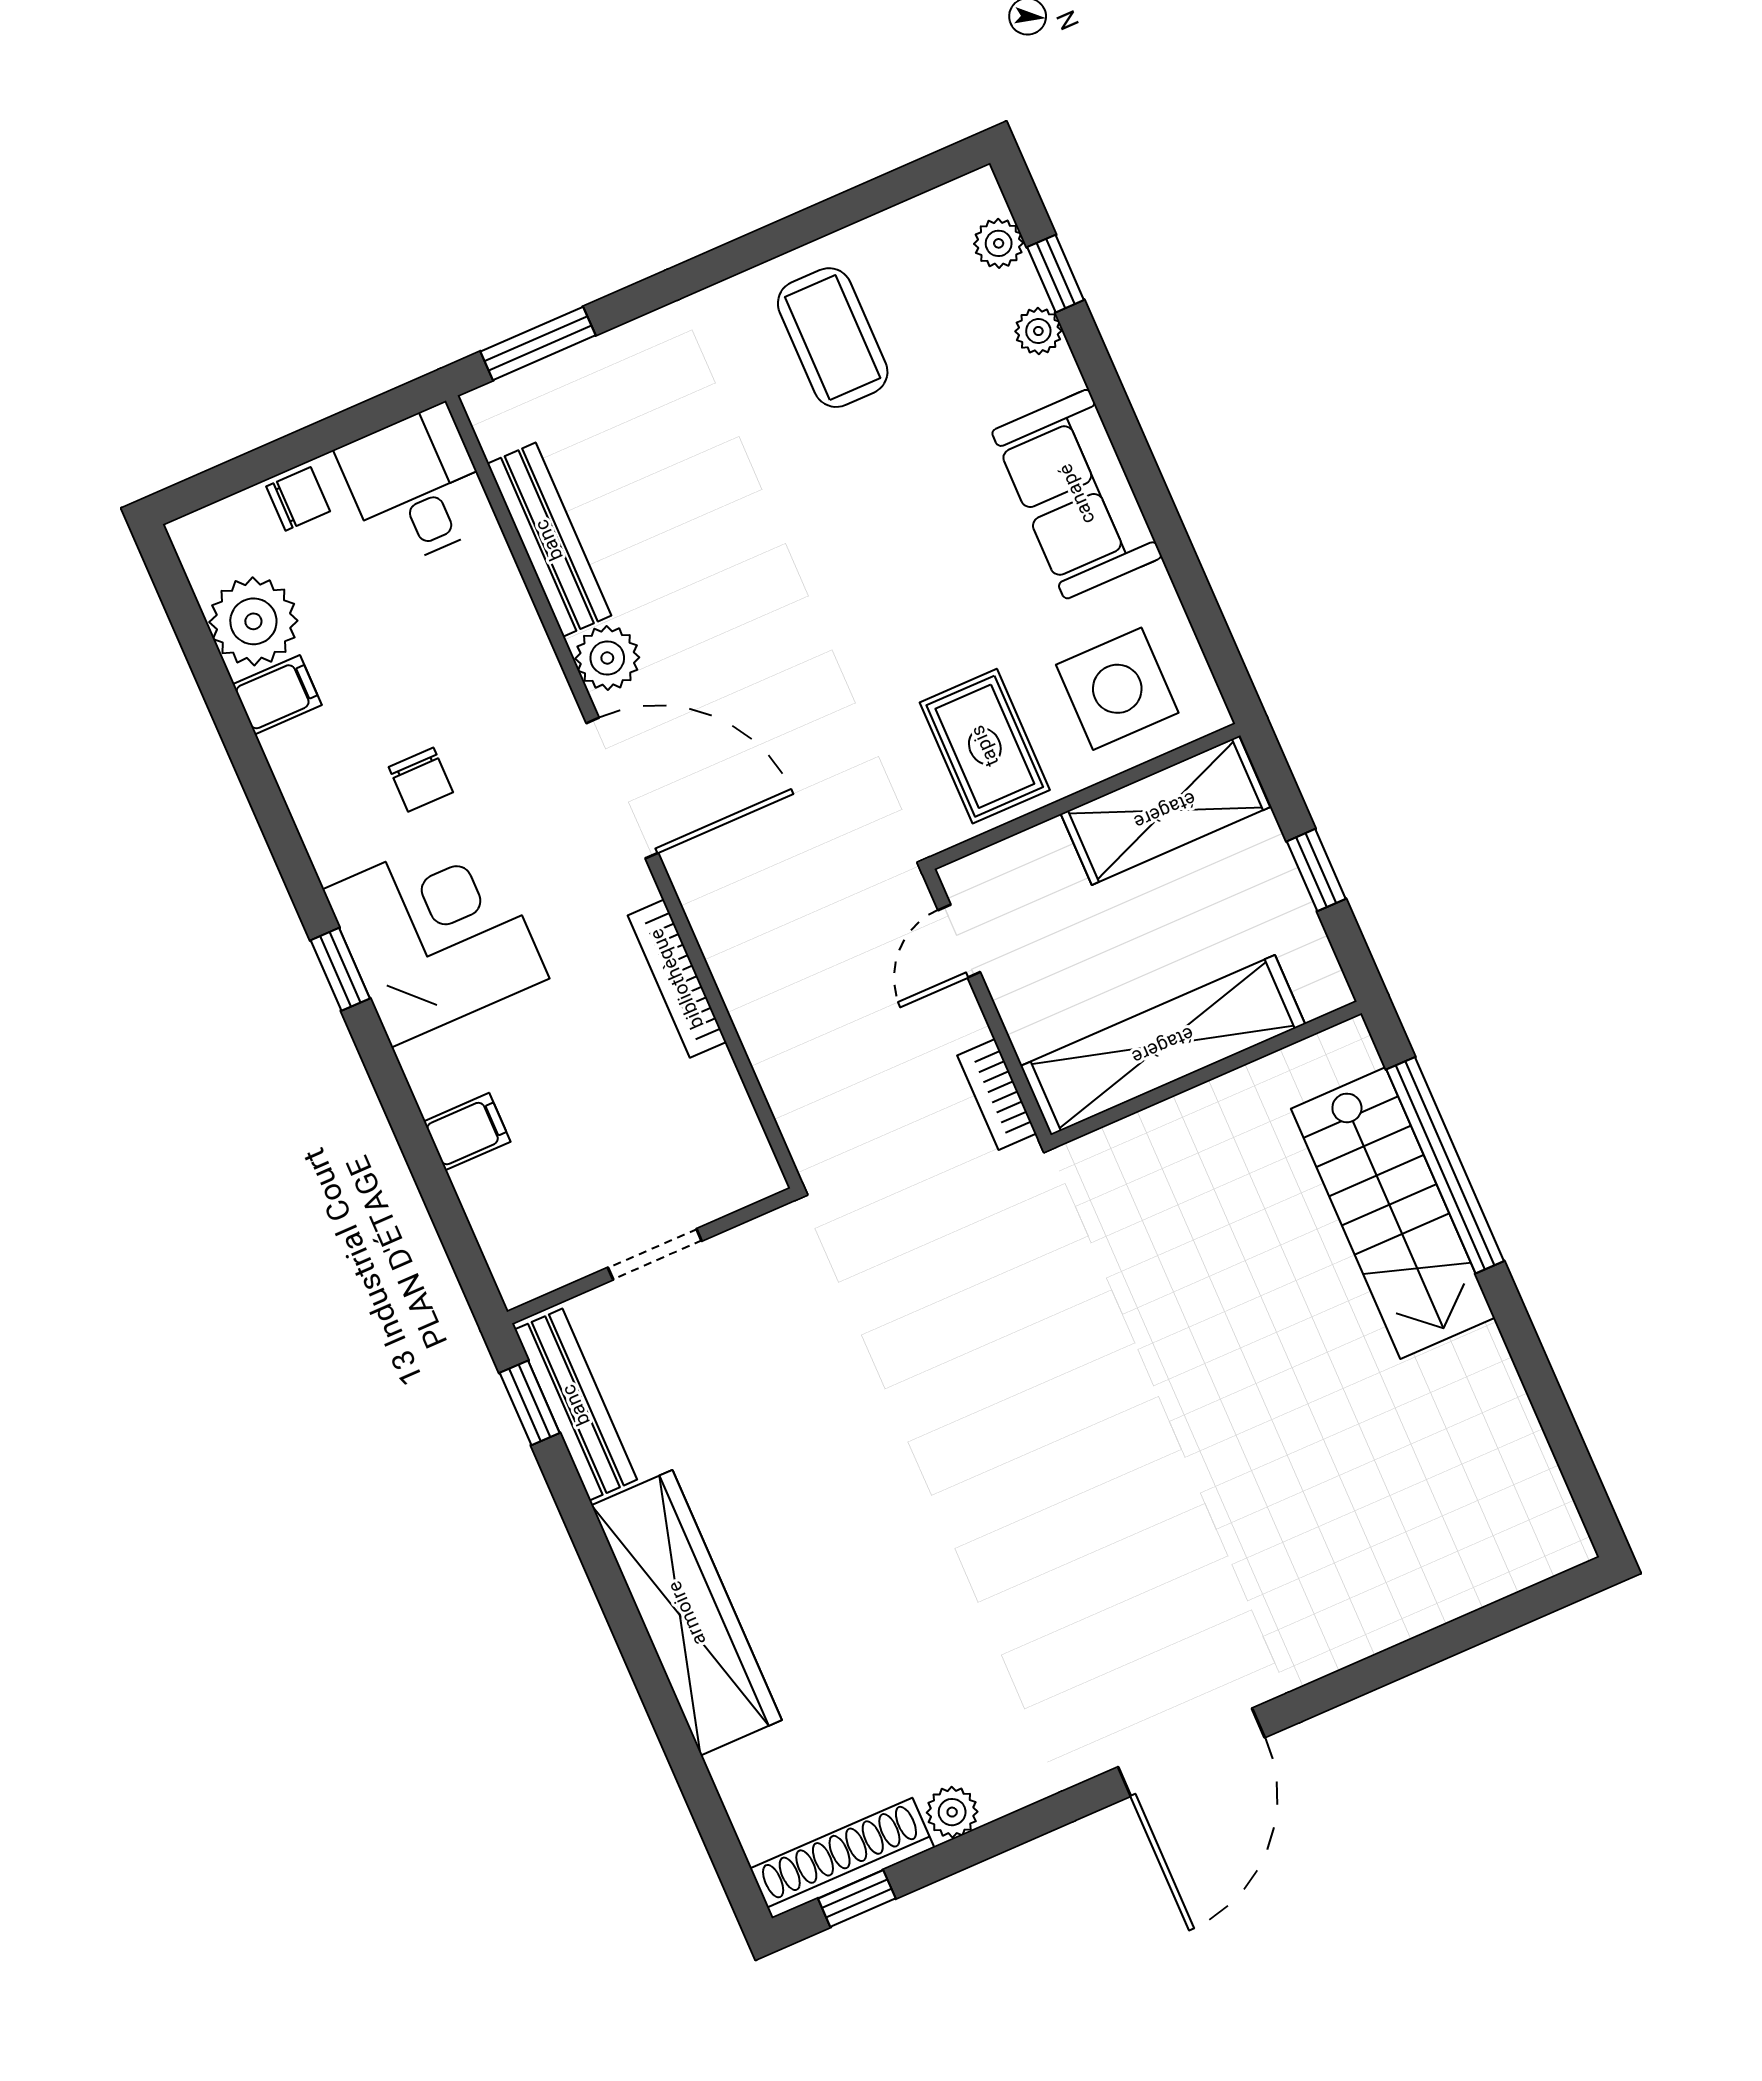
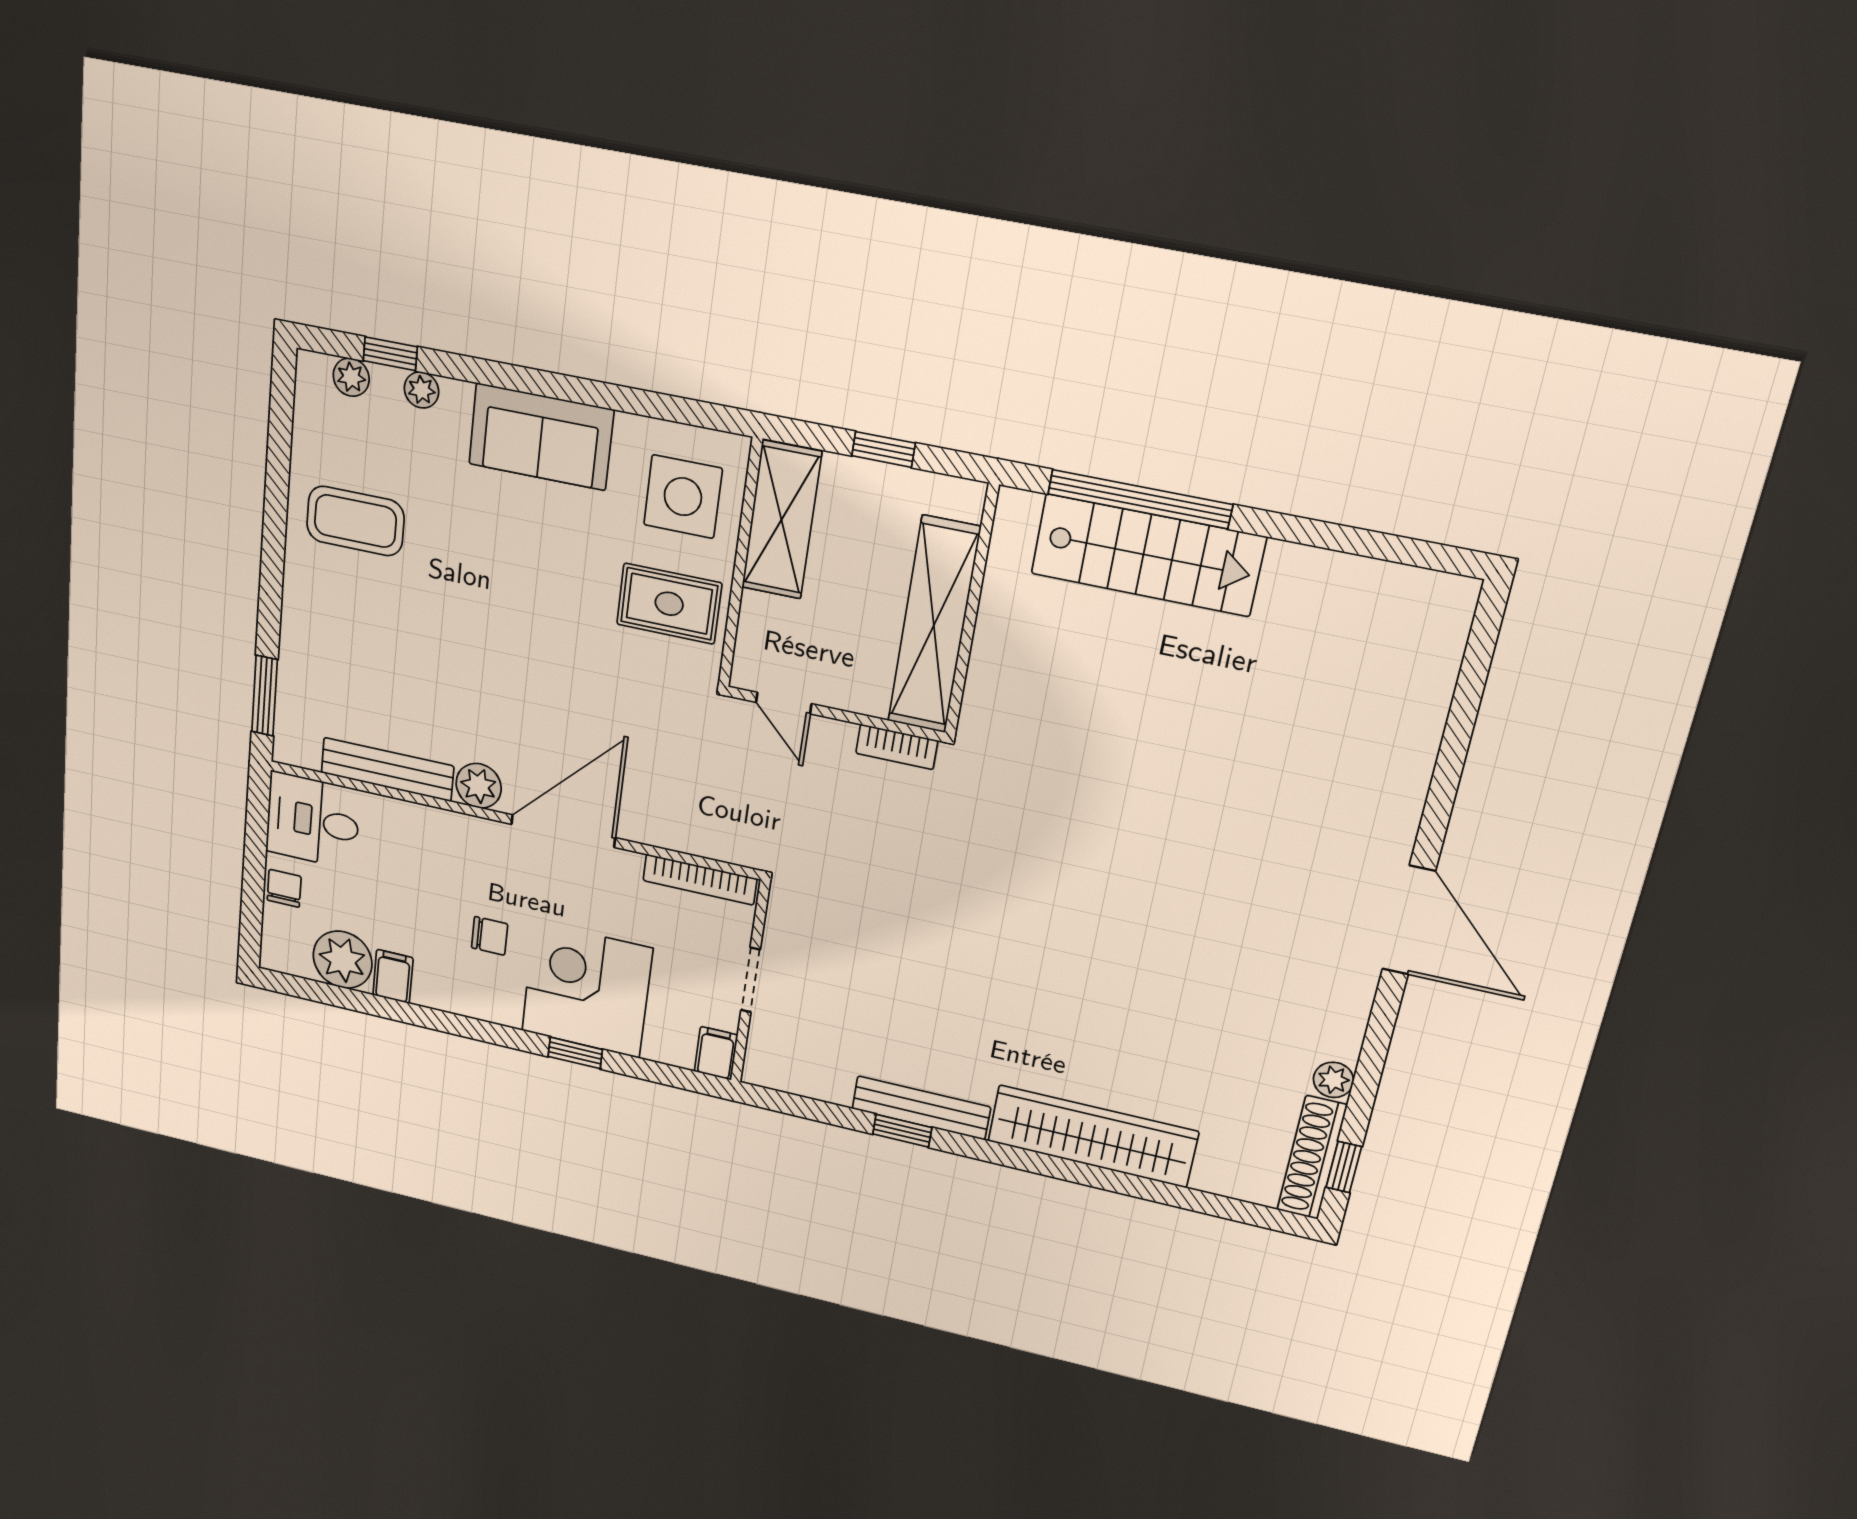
doorway: (655, 1254) -> (751, 980), moved
wall: (651, 1256) -> (750, 983), moved

